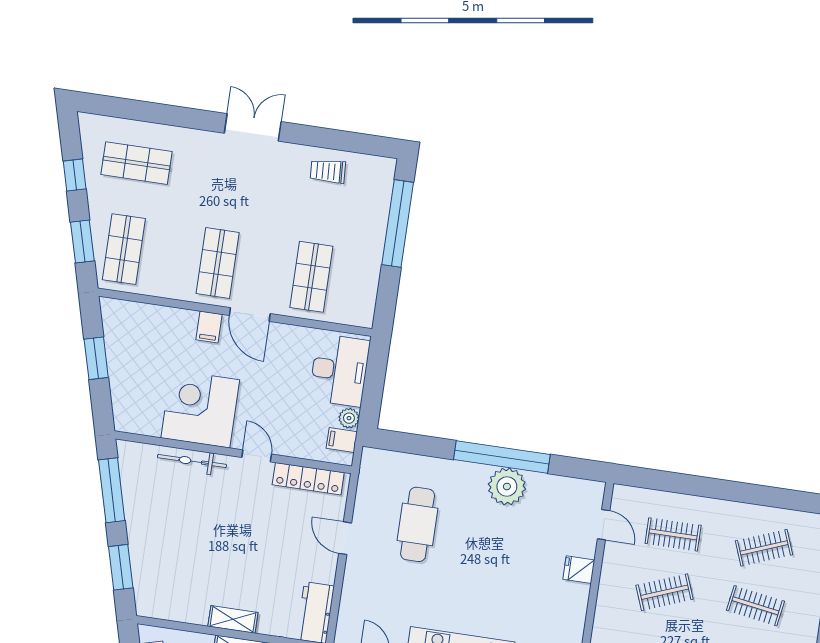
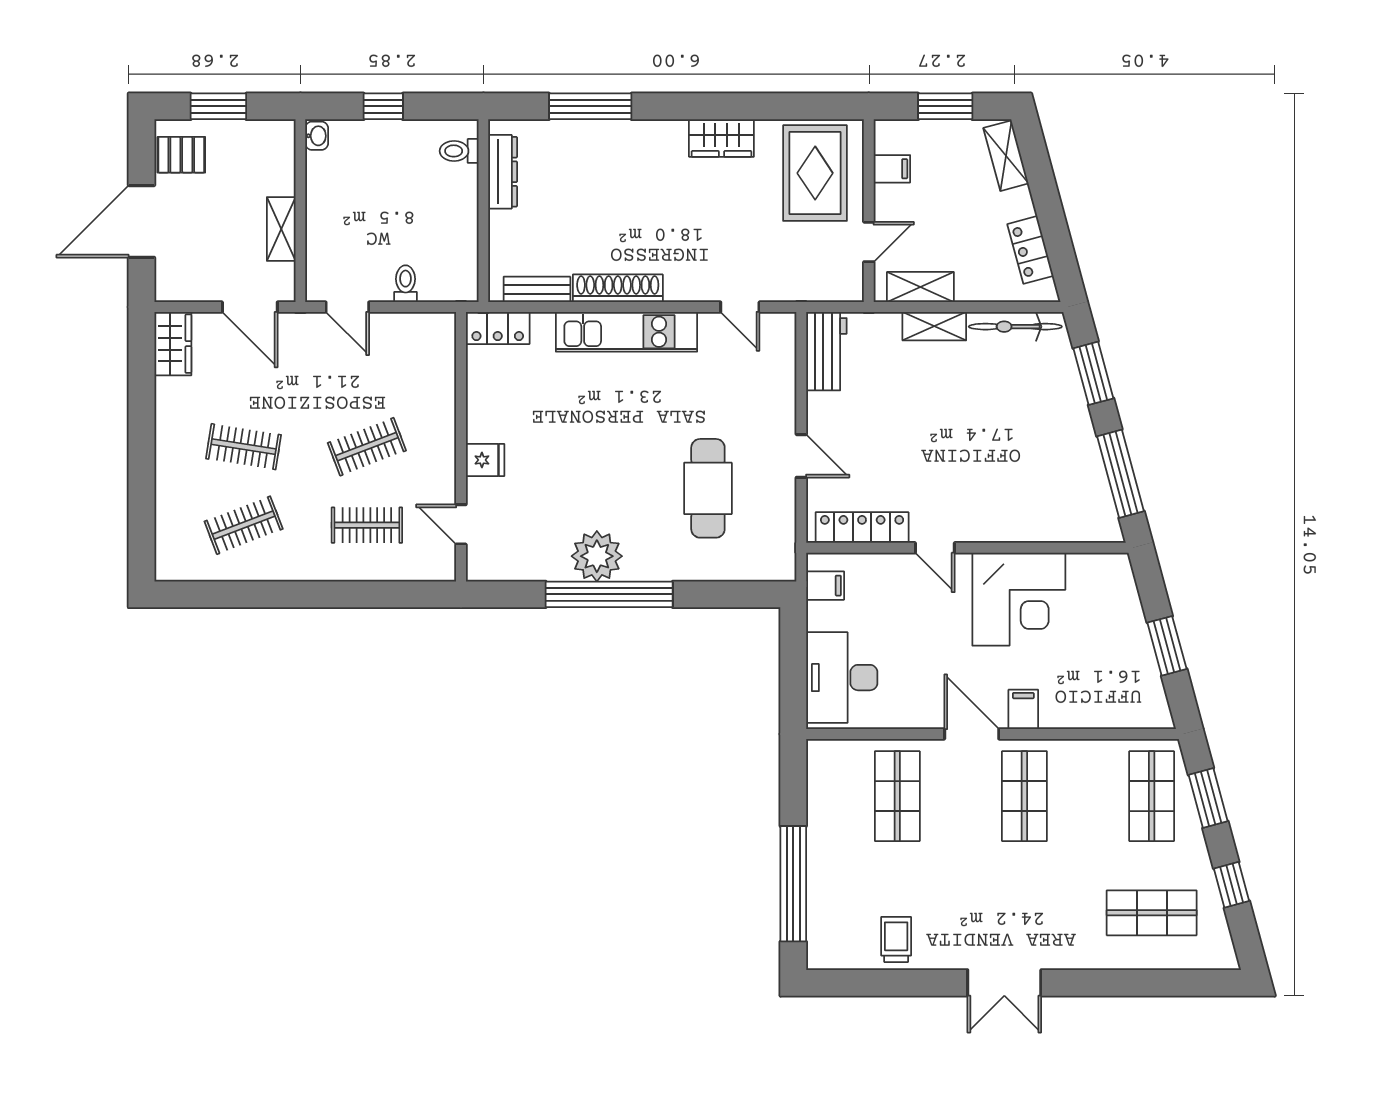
trolley: (328, 171) -> (896, 939), turned -87
plant: (349, 418) -> (820, 616), removed
bicycle: (192, 461) -> (1015, 327), moved, turned 180

